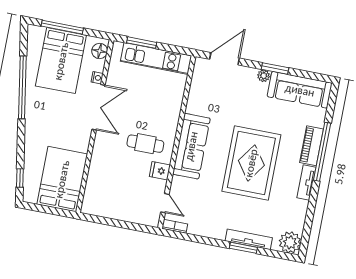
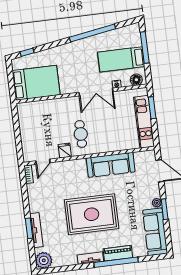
bed: (61, 61) -> (121, 59), width x0.67
sofa: (191, 146) -> (111, 165), moved

